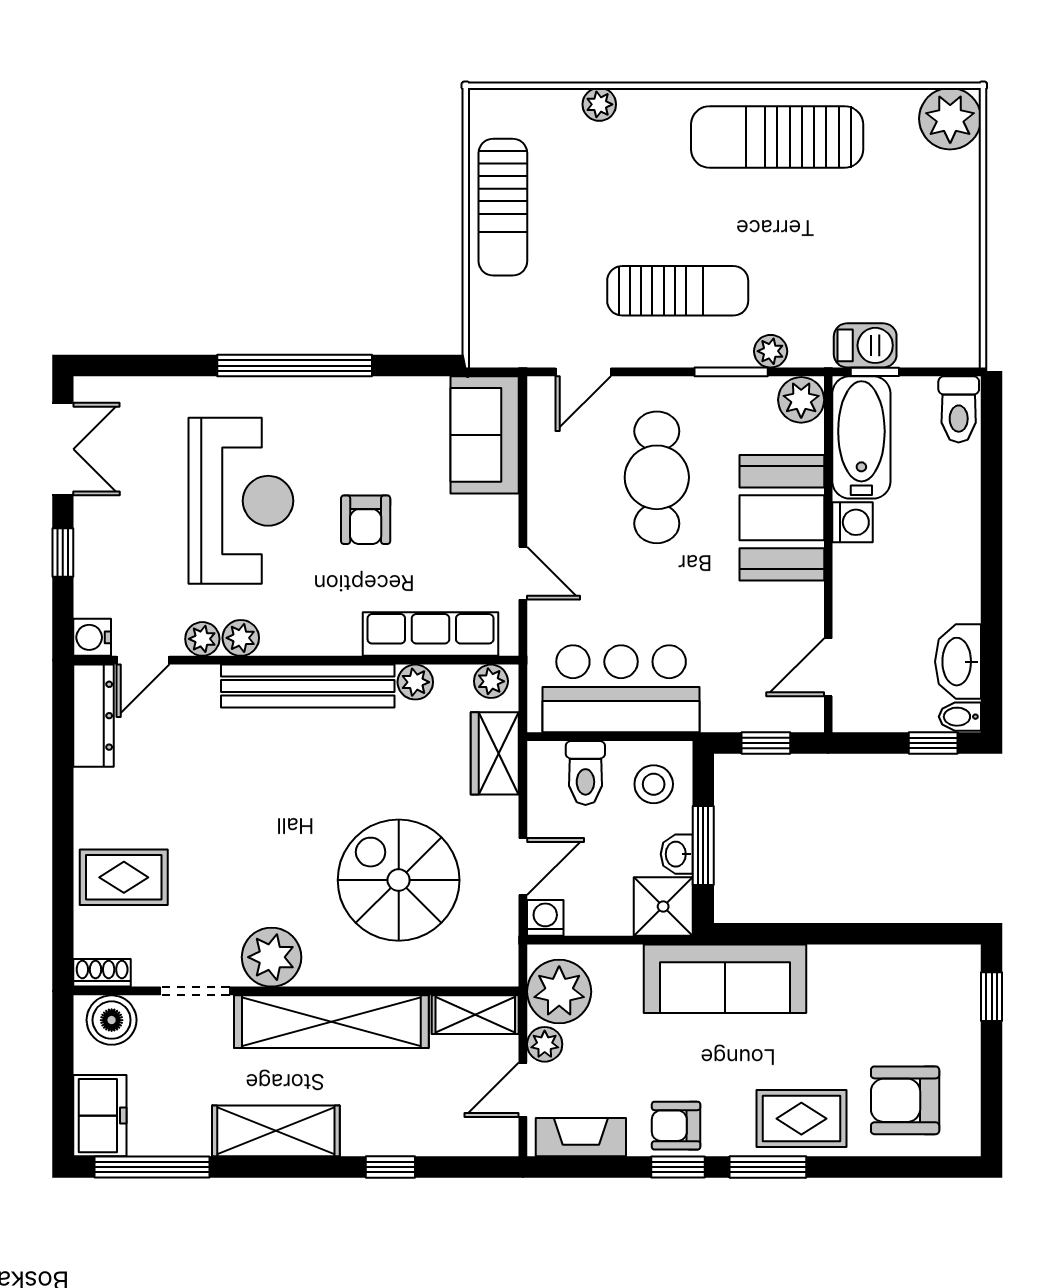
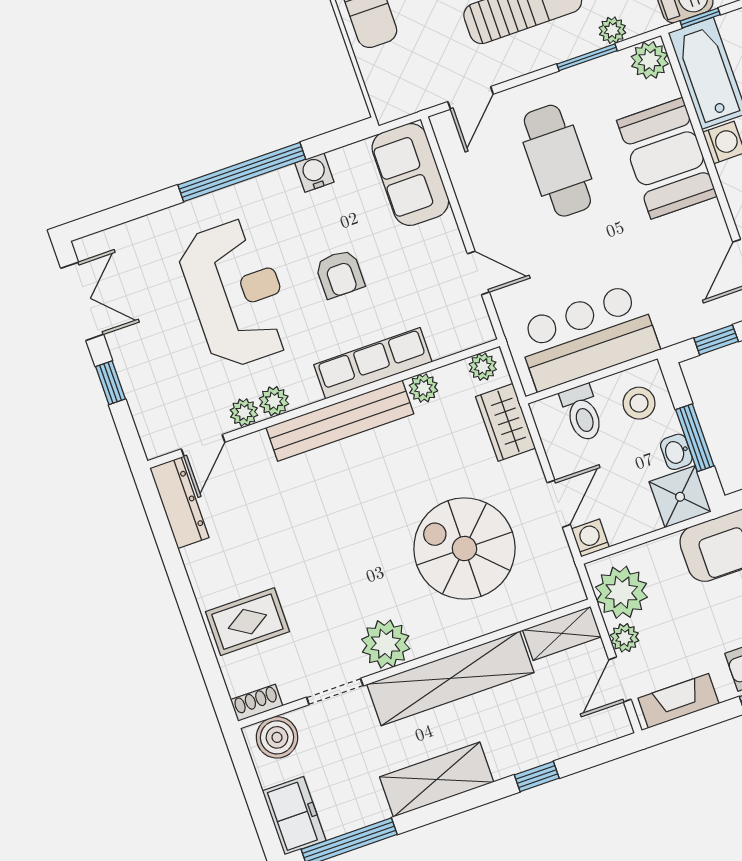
row of seats: (431, 634) -> (373, 363), moved
water cooler: (92, 637) -> (314, 172), moved, turned 90

